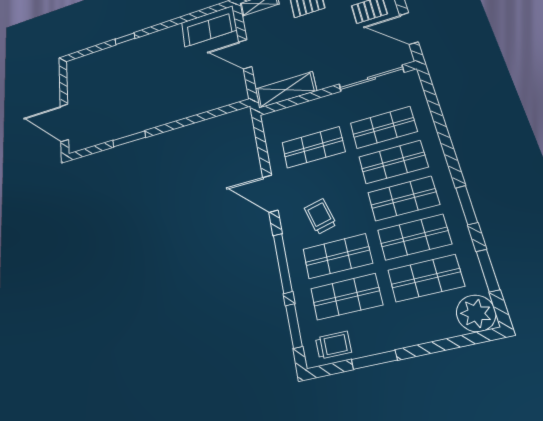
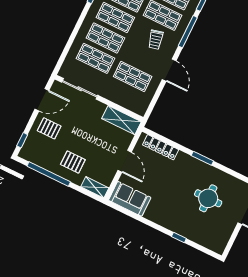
door: (409, 28) -> (42, 100), hinge flipped
round table: (117, 99) -> (208, 198), added
locker: (213, 102) -> (161, 147), added
window: (129, 139) -> (202, 158), moved

